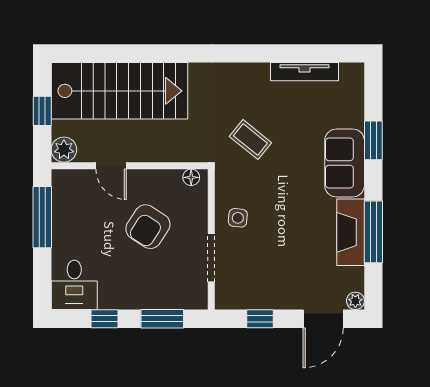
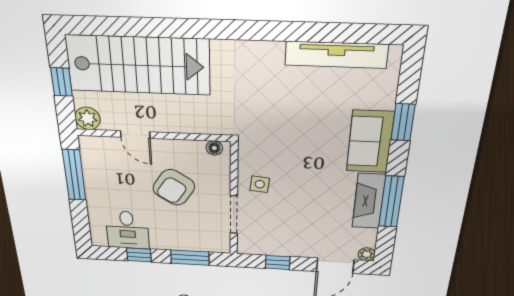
tv unit: (305, 72) -> (336, 55), width x1.36, depth x1.29
coffee table: (250, 140) -> (275, 117), removed
desk: (74, 285) -> (127, 230), moved

